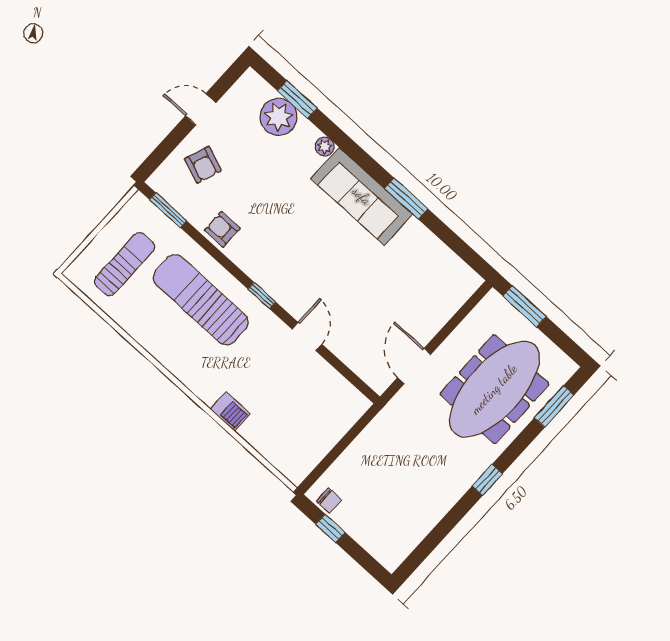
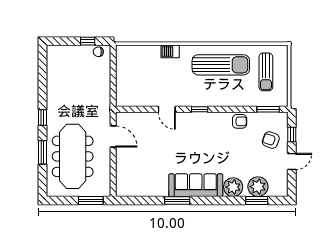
window: (167, 146) -> (292, 135), added
plant: (325, 147) -> (233, 187), width x1.87, depth x1.87
sun lounger: (201, 300) -> (221, 65), moved
window: (554, 406) -> (42, 152), moved

